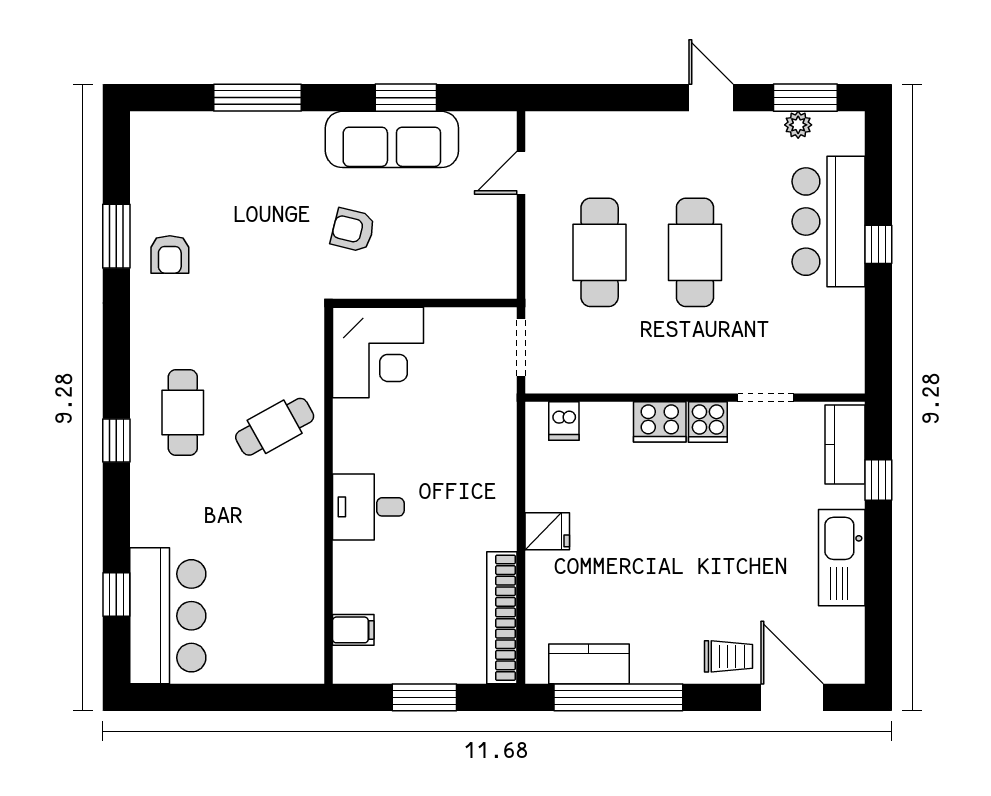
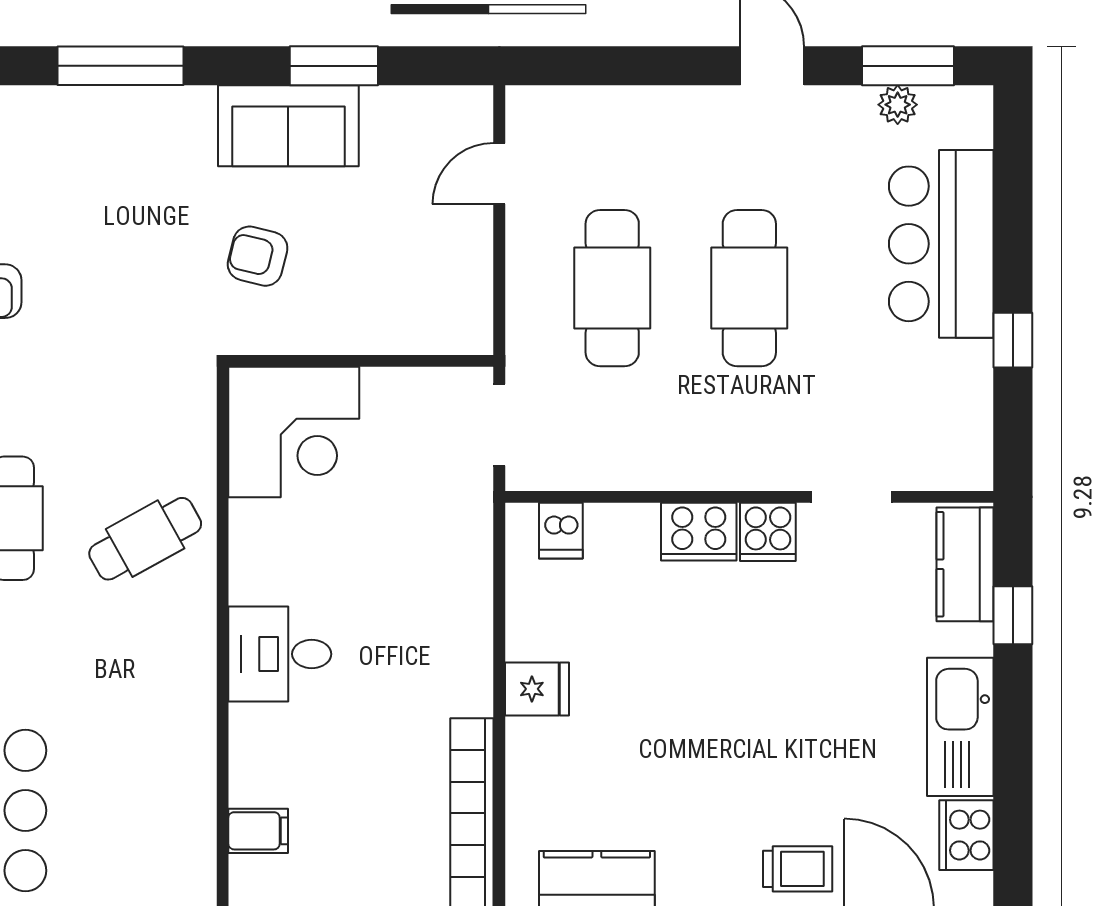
sofa: (392, 139) -> (288, 126), width x0.73
window: (878, 244) -> (1013, 340), moved
cooker: (846, 633) -> (966, 835), added

